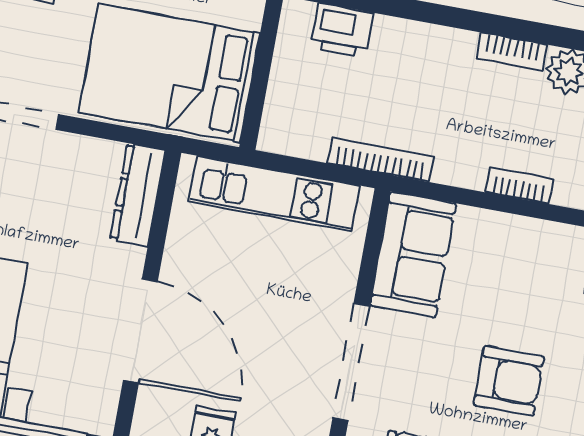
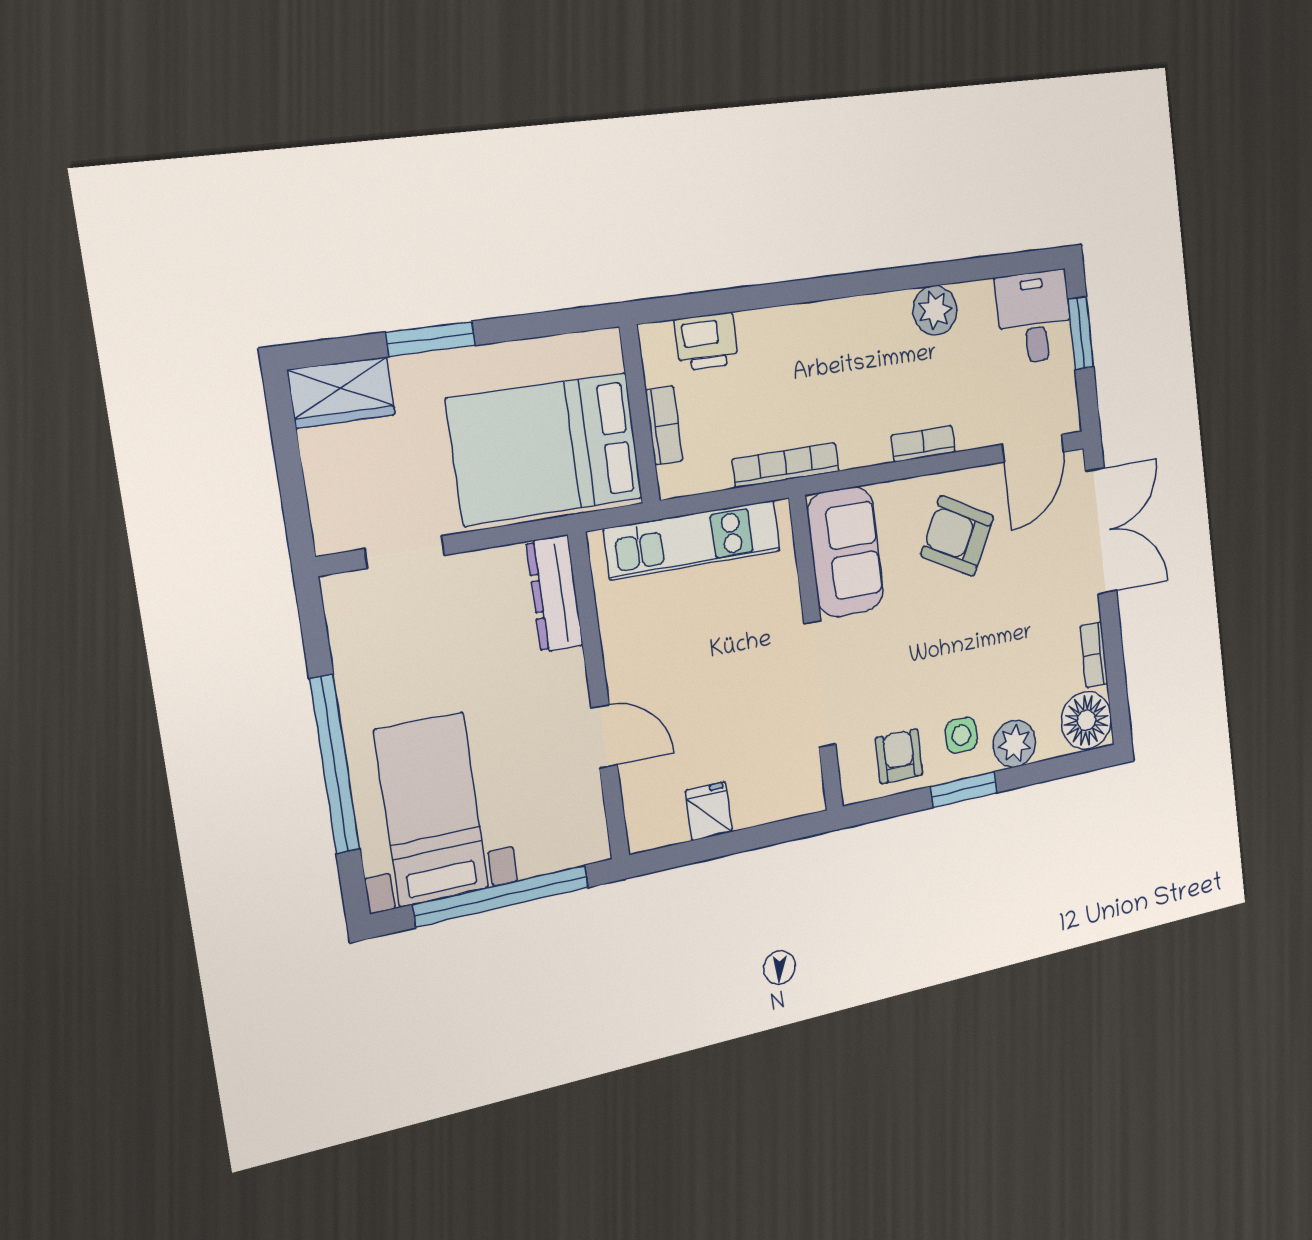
bookcase: (512, 52) -> (664, 425), moved, turned -90
door: (140, 331) -> (604, 737), width x0.53
armchair: (509, 381) -> (957, 536), moved, turned -152

